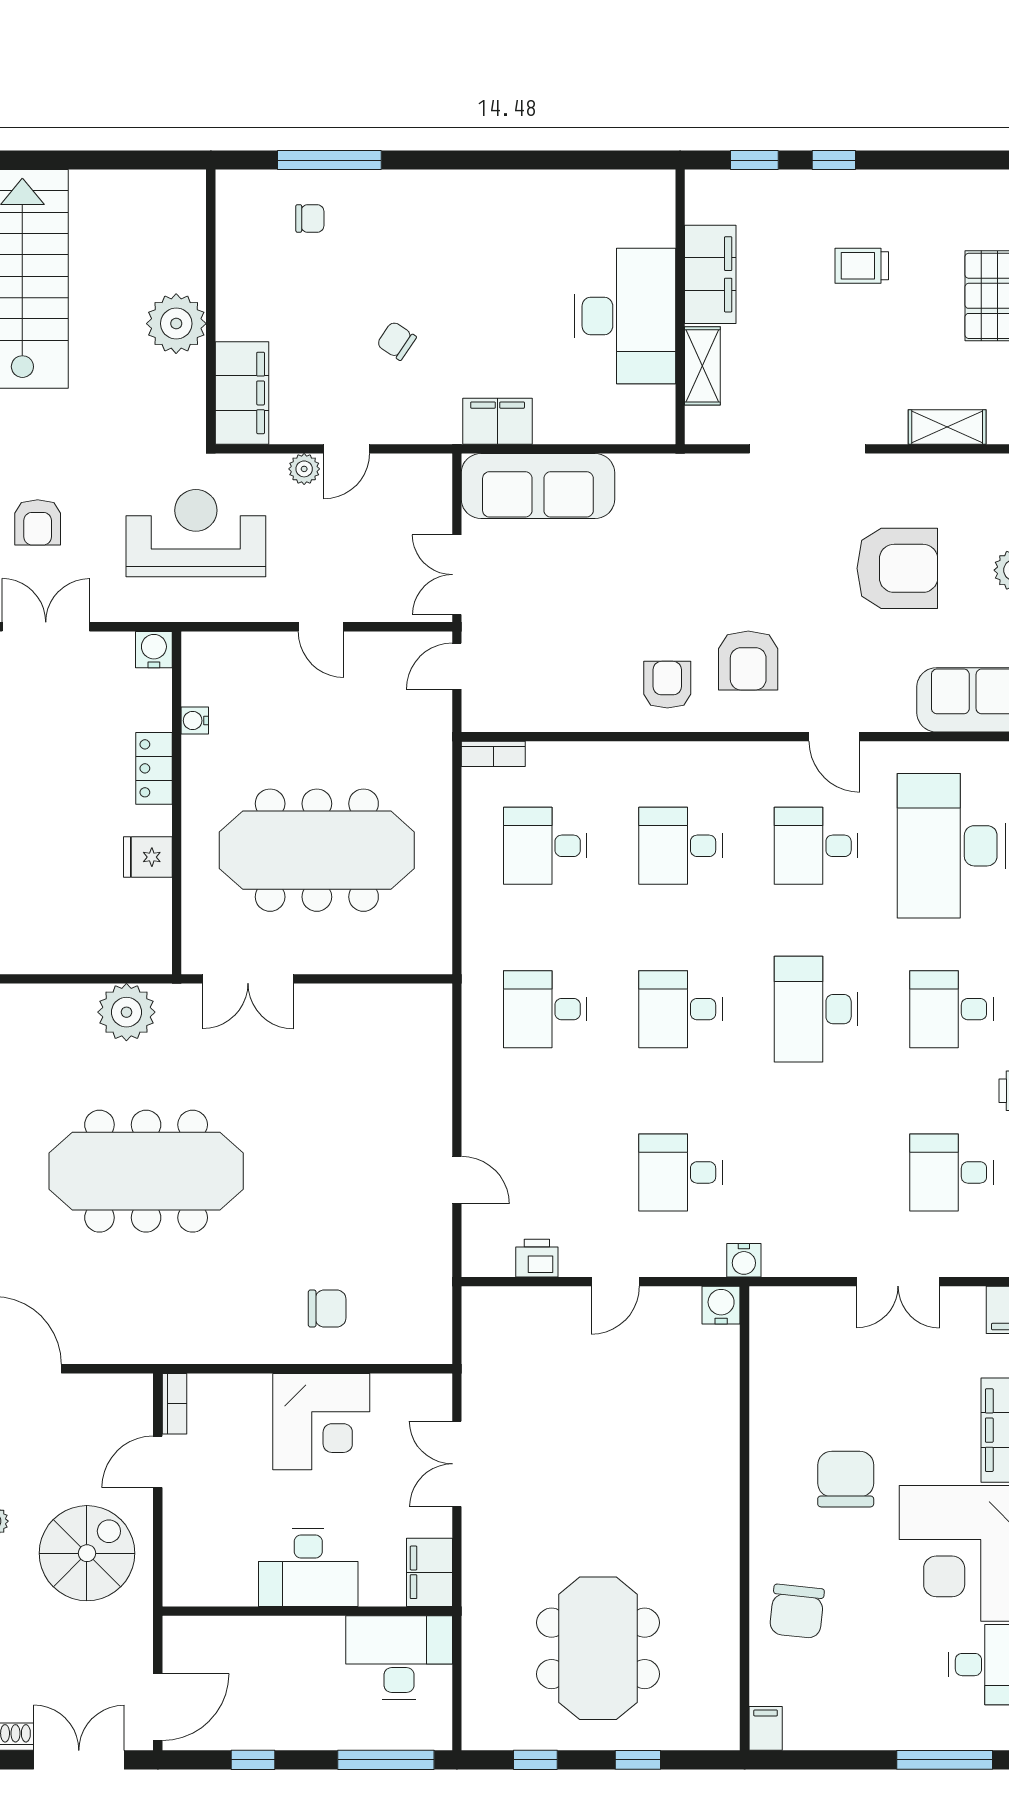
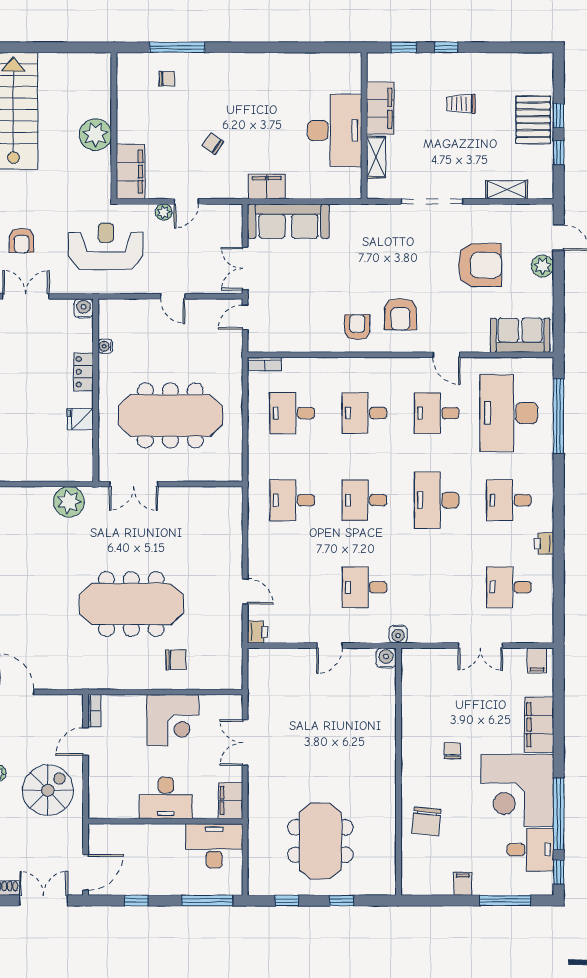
meeting table: (146, 1171) -> (131, 604), moved
printer: (537, 1258) -> (258, 632), moved, turned 90
chair: (846, 1479) -> (452, 751), width x0.54, depth x0.54
filing cabinet: (766, 1728) -> (463, 884), moved

